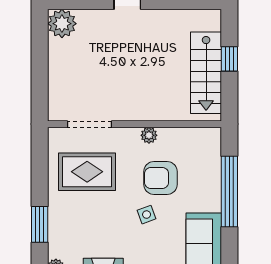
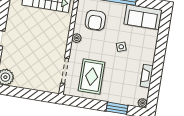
armchair: (160, 178) -> (95, 20), moved

